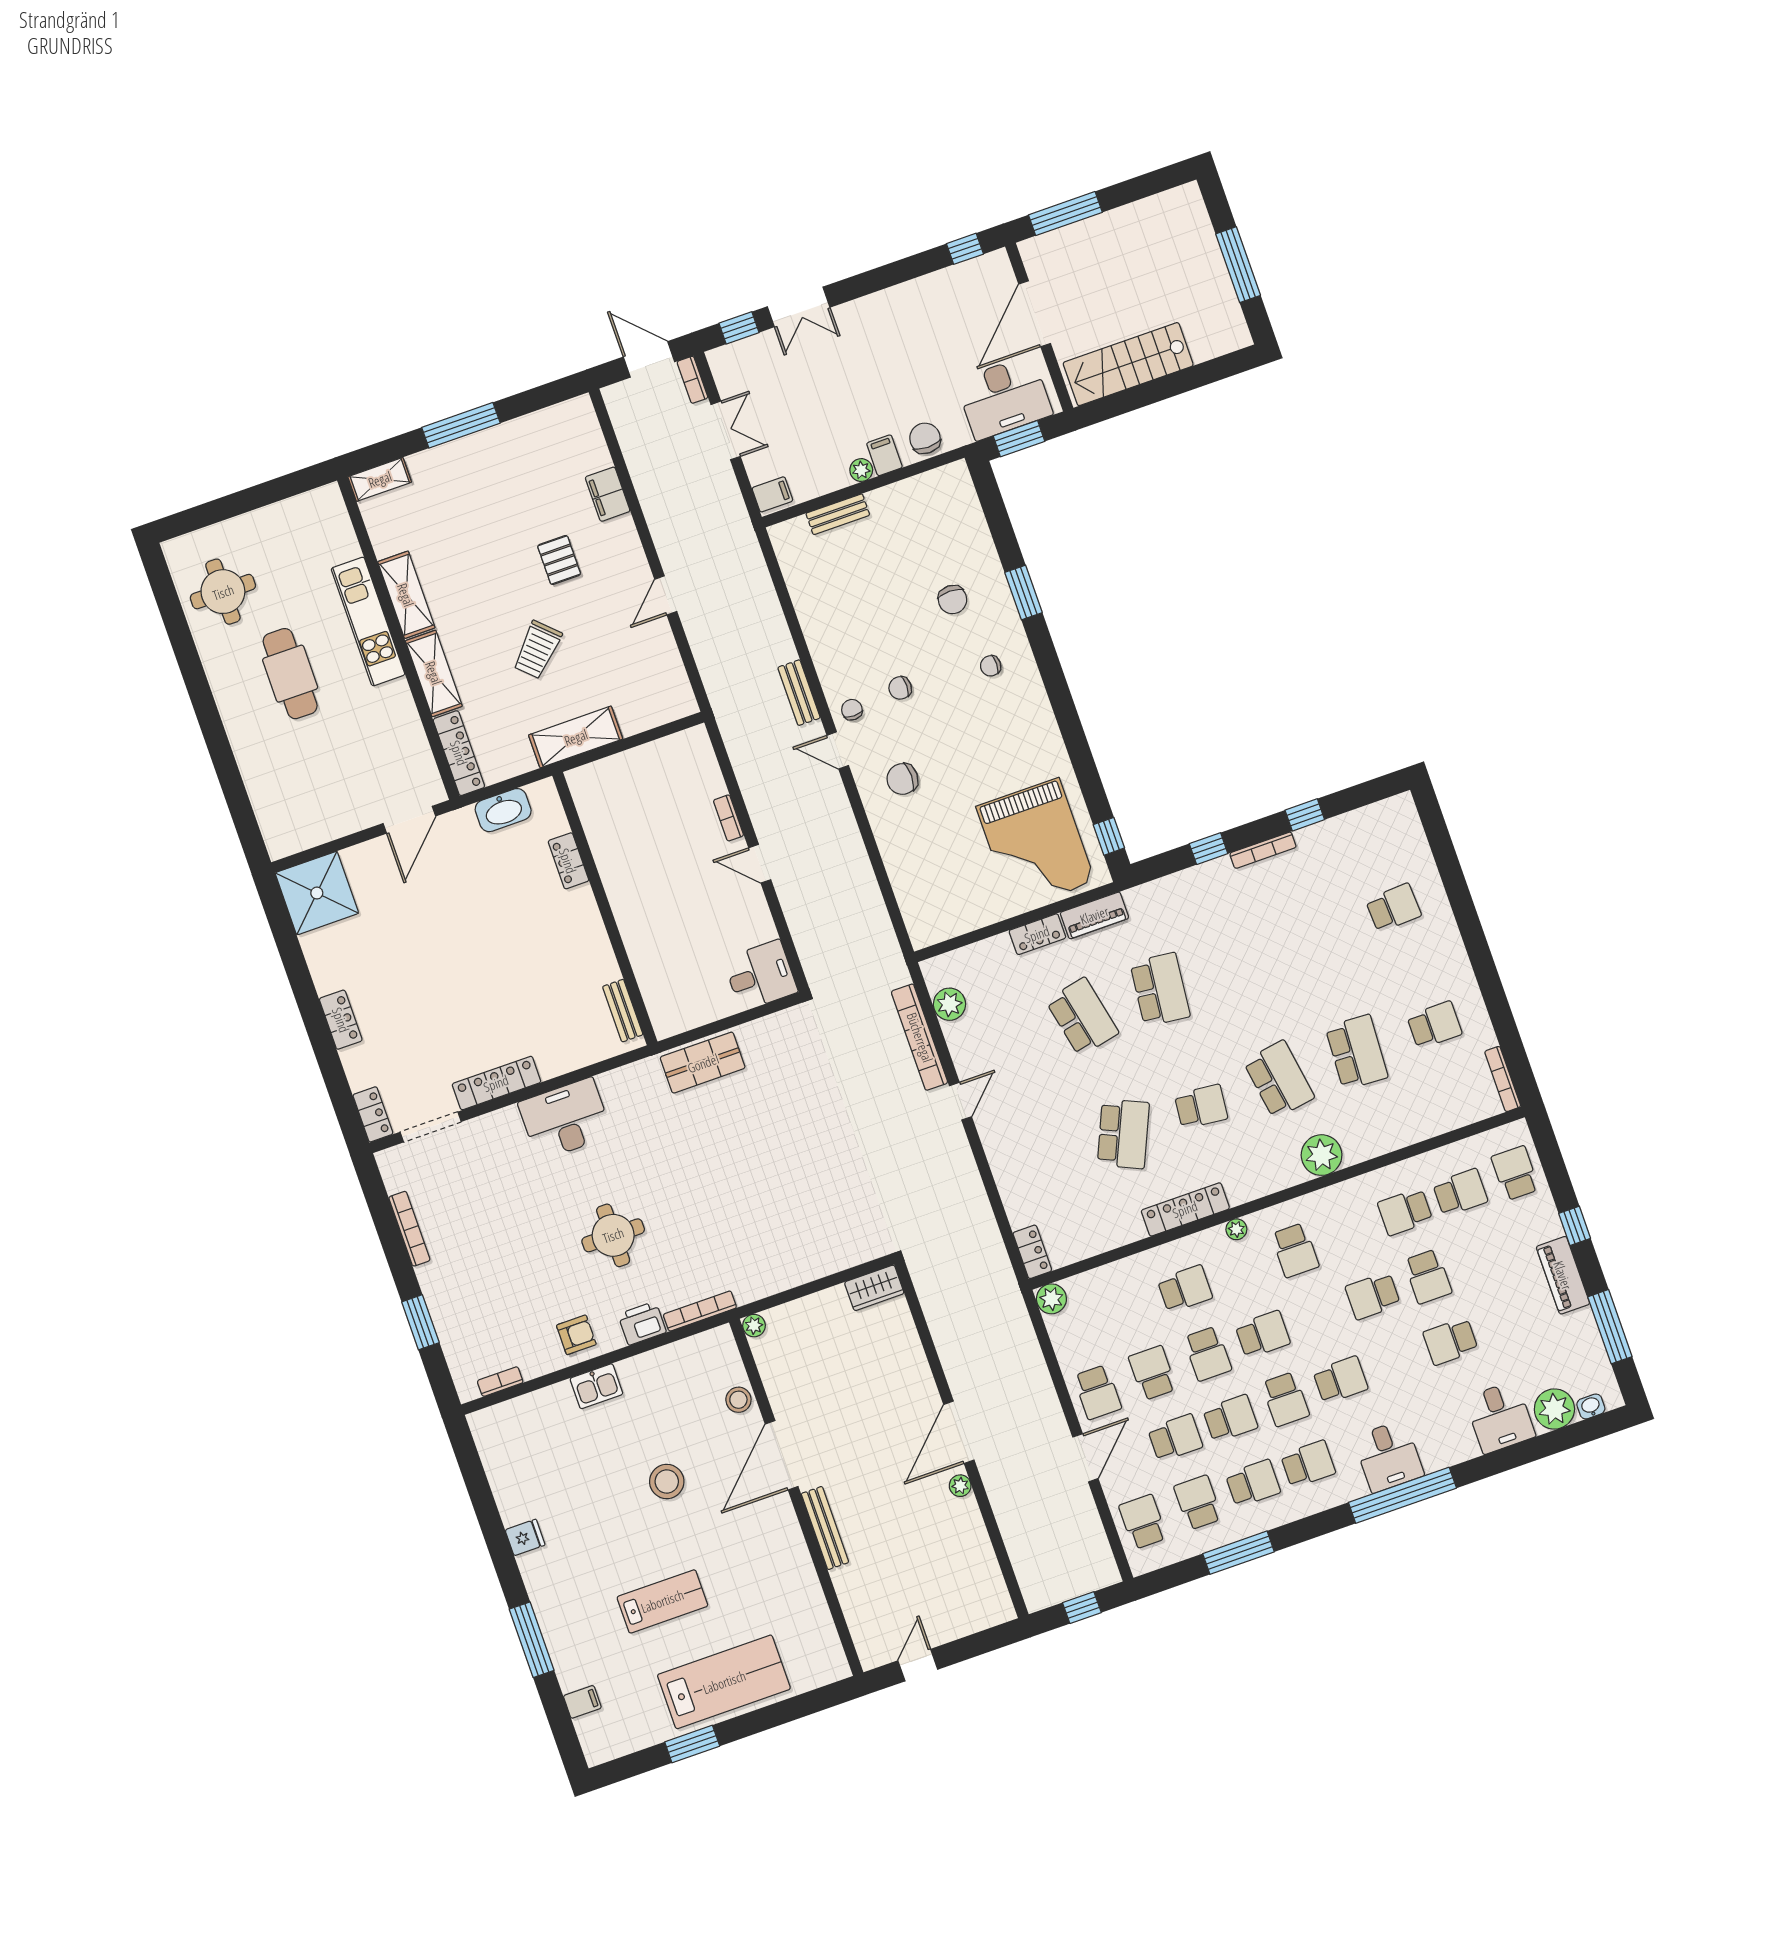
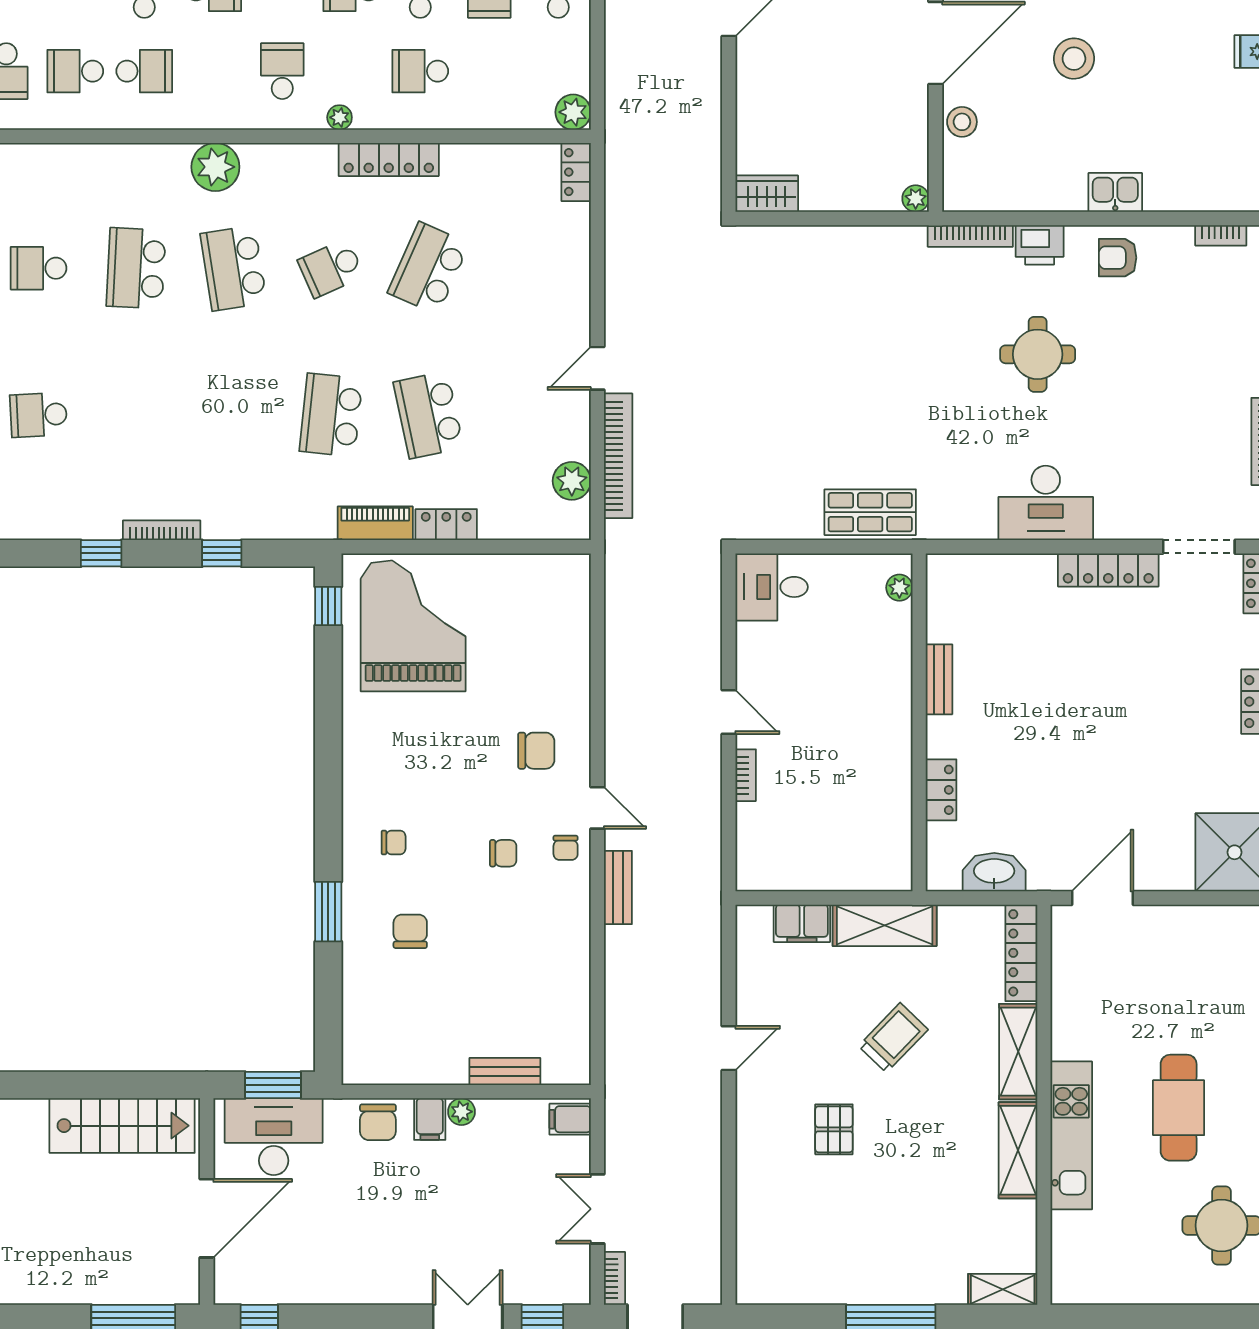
filing cabinet: (608, 494) -> (802, 923), moved, turned 90
bench: (623, 1011) -> (939, 679), moved
plant: (658, 1011) -> (899, 588), added
school desk: (1201, 1107) -> (331, 268), turned -30

